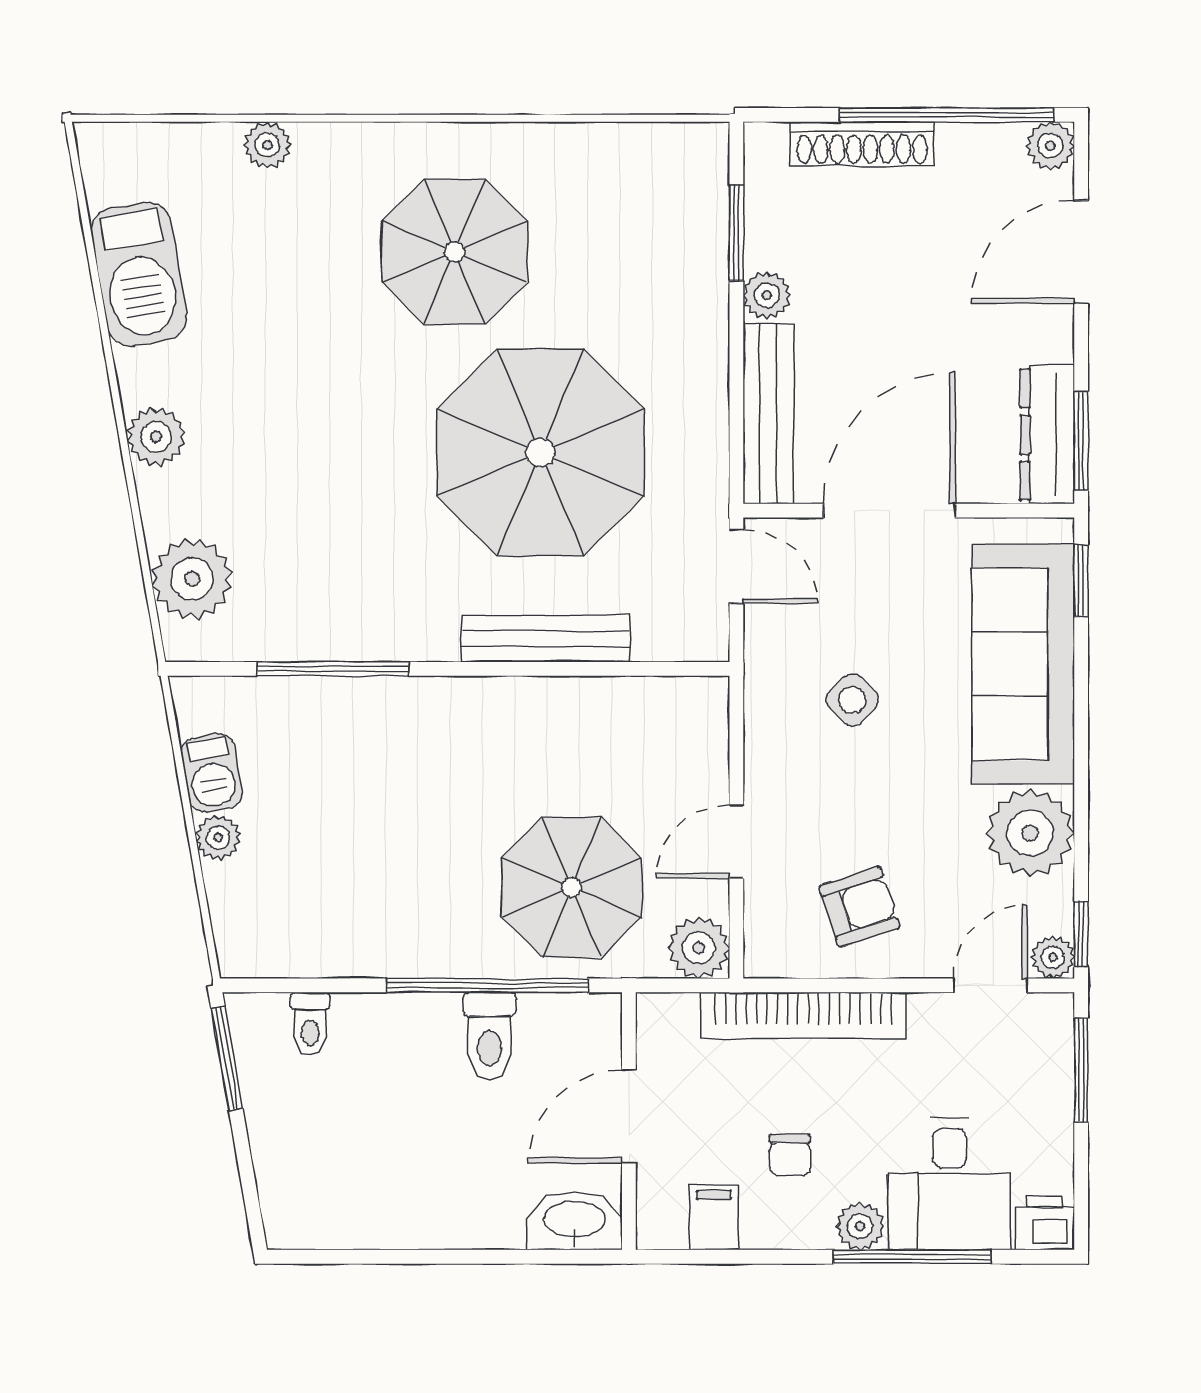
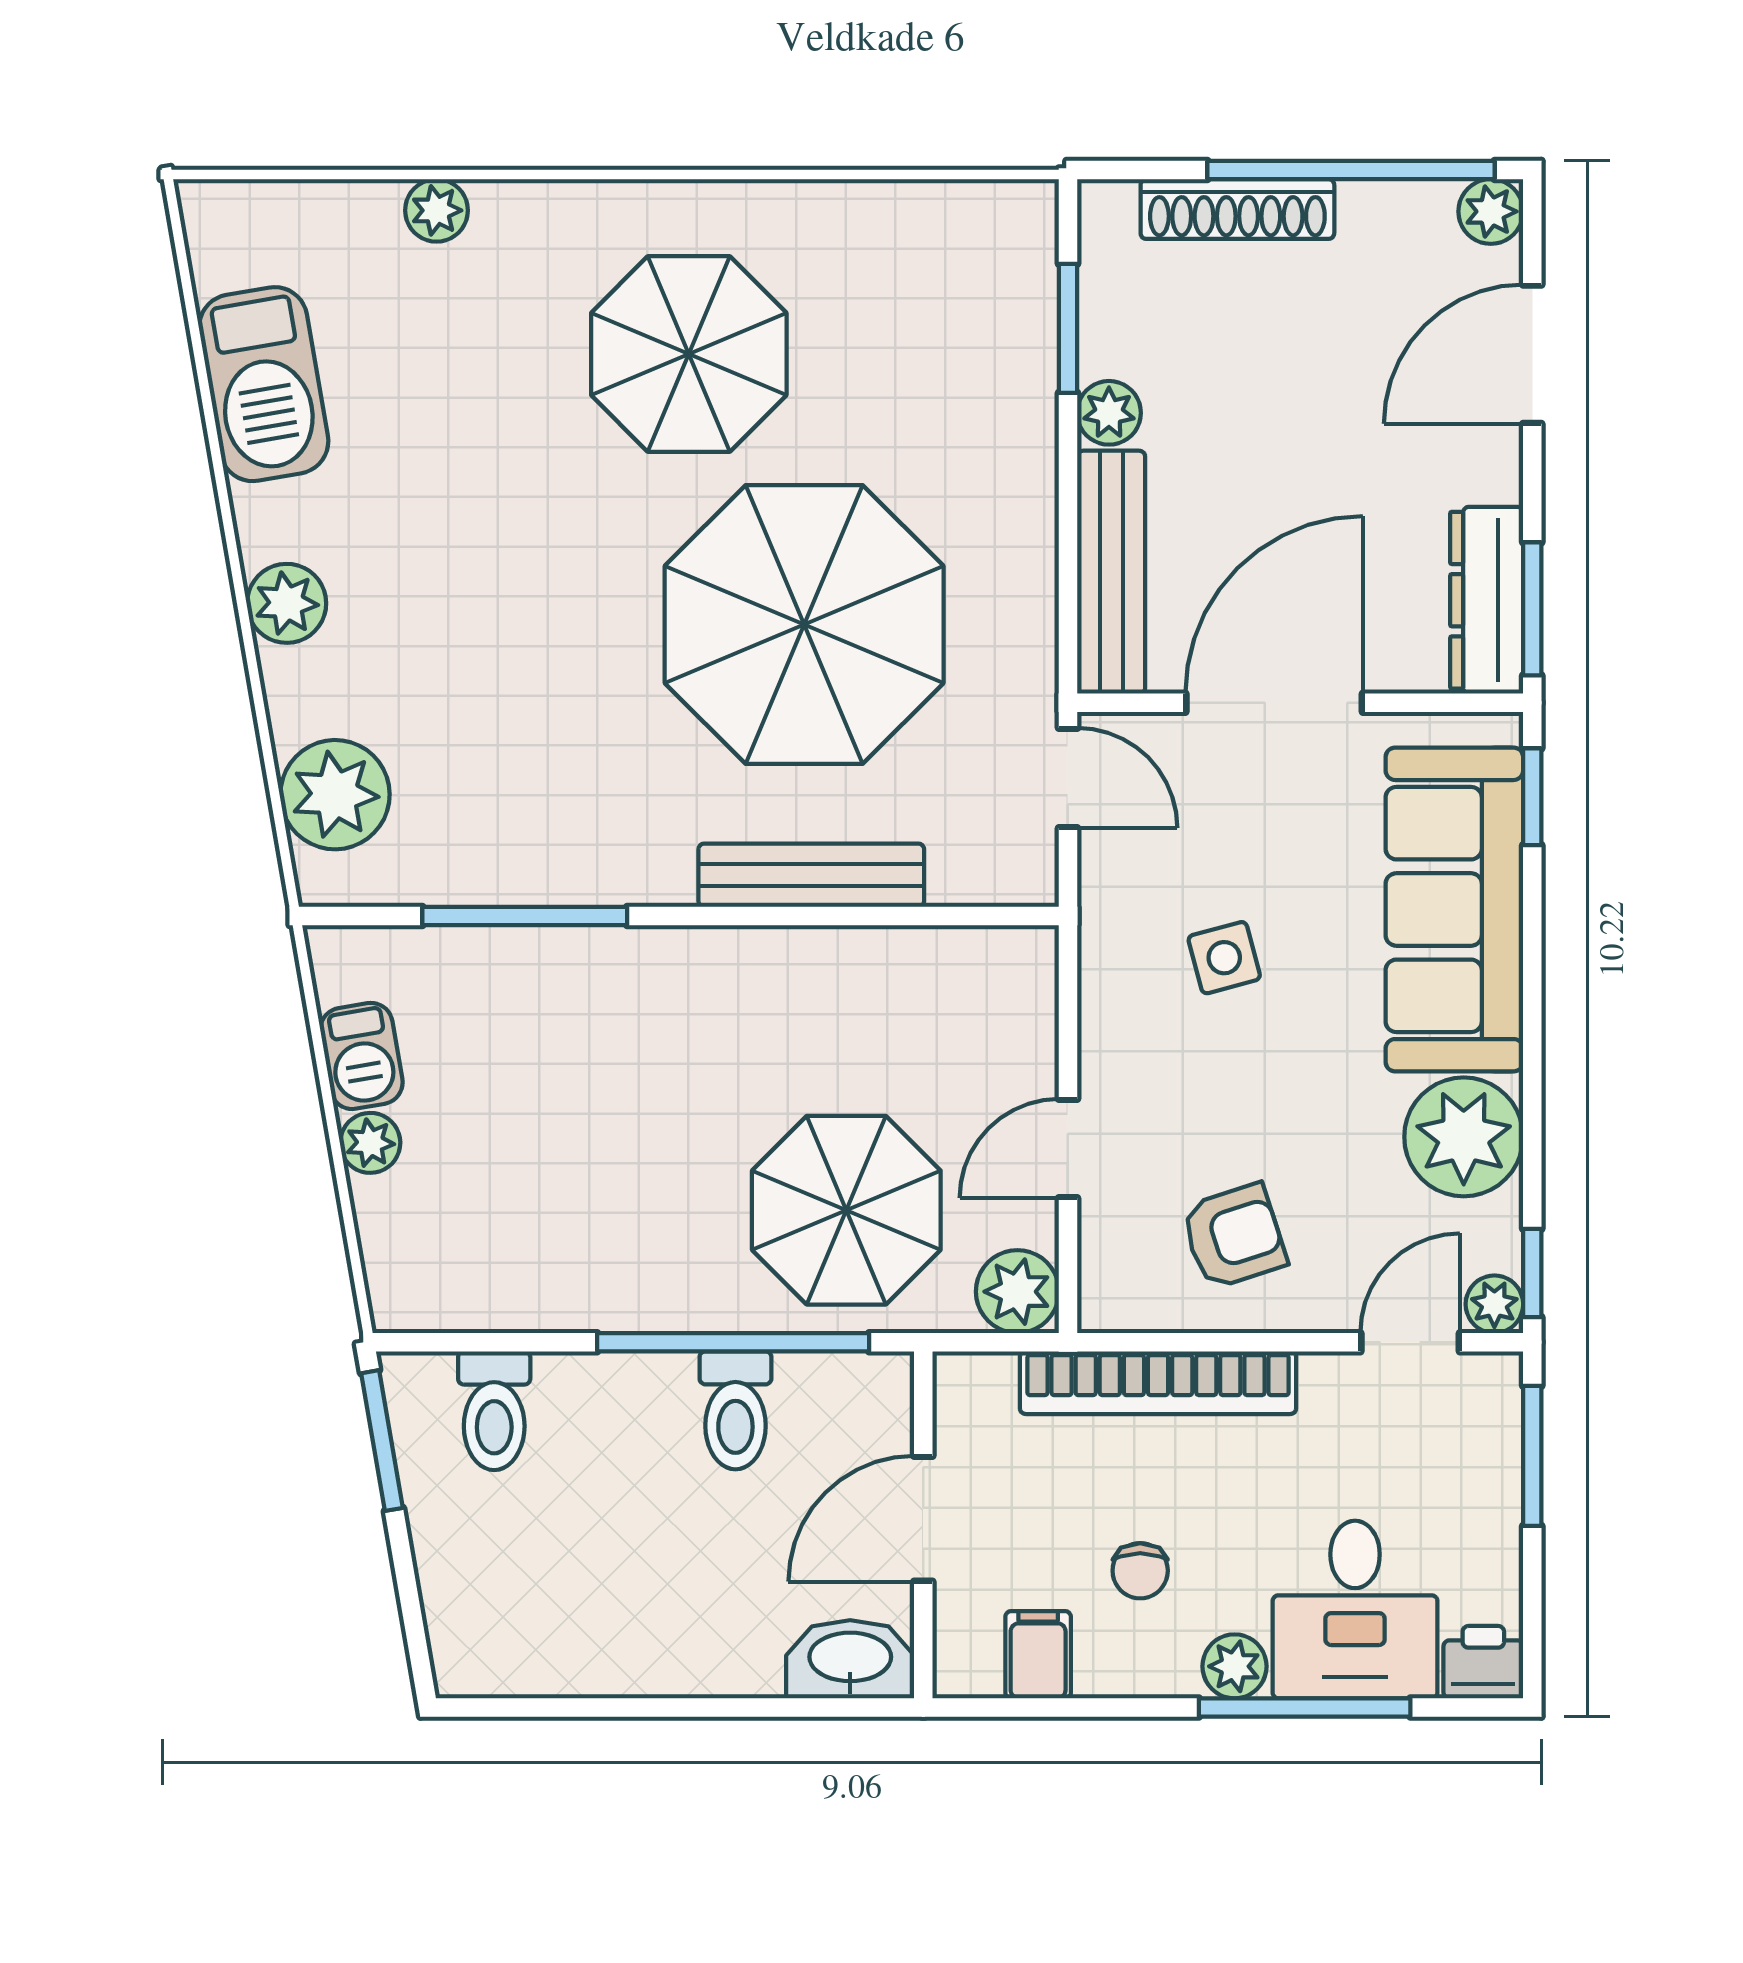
side table: (852, 700) -> (1224, 958), turned 30
toilet: (310, 1024) -> (494, 1411), width x1.37, depth x1.39

